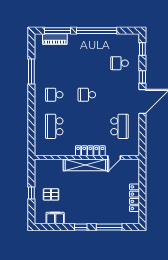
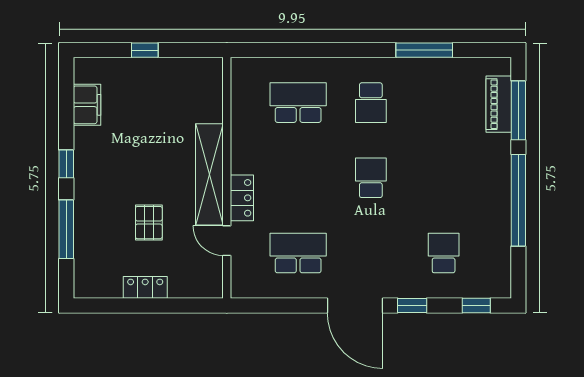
school desk: (54, 95) -> (371, 103), turned 180
school desk: (120, 126) -> (298, 253), turned 180
locker: (90, 151) -> (242, 198), width x0.66
pallet: (51, 194) -> (149, 223), moved
locker: (134, 198) -> (145, 287), width x0.66

